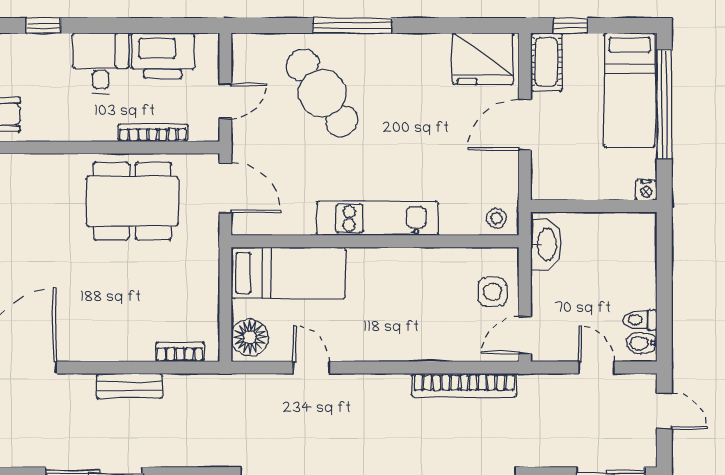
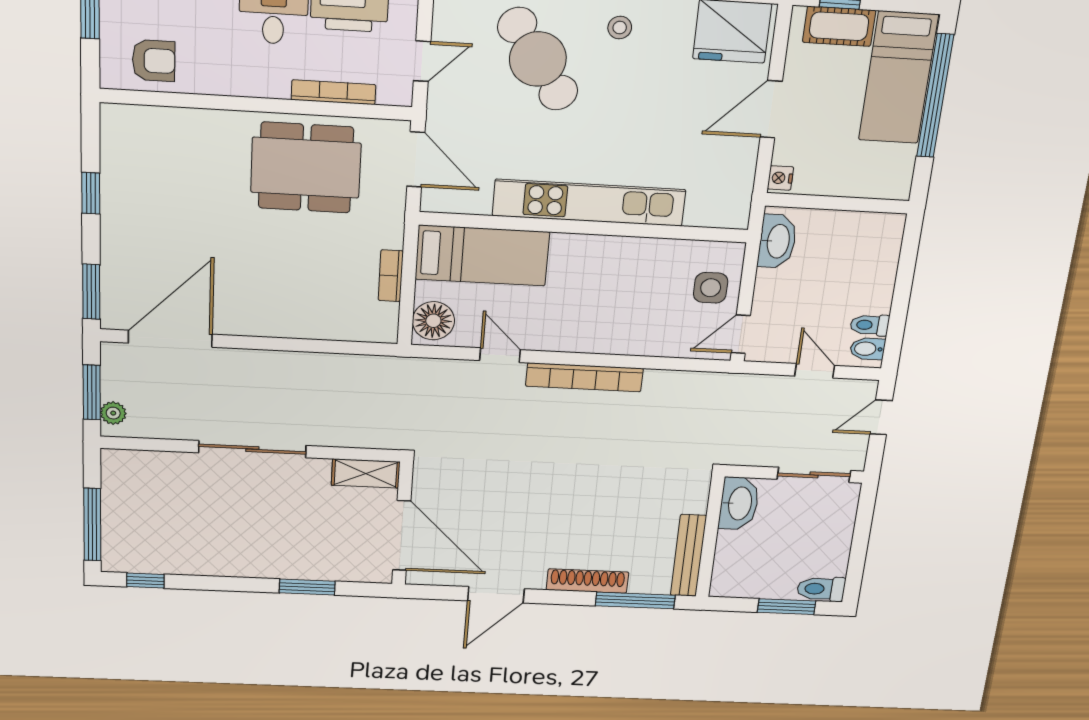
cot: (546, 62) -> (839, 26), moved, turned 90
nightstand: (646, 190) -> (780, 178), moved, turned 90
kitchen unit: (377, 218) -> (589, 203), width x1.36
stool: (496, 218) -> (620, 28), moved
bookcase: (180, 352) -> (391, 276), moved, turned -90
bookcase: (464, 385) -> (584, 377), moved
bench: (130, 386) -> (295, 364), removed
door: (664, 411) -> (881, 417), swing flipped

